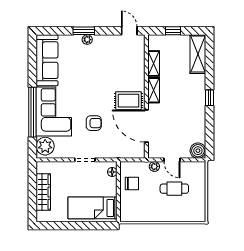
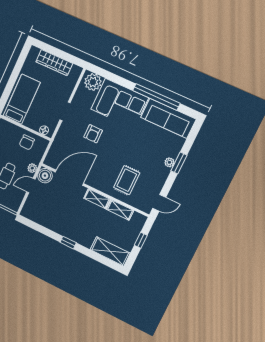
rug: (128, 101) -> (127, 180), moved
window: (32, 112) -> (156, 97), moved
boiler: (198, 151) -> (45, 176), moved

